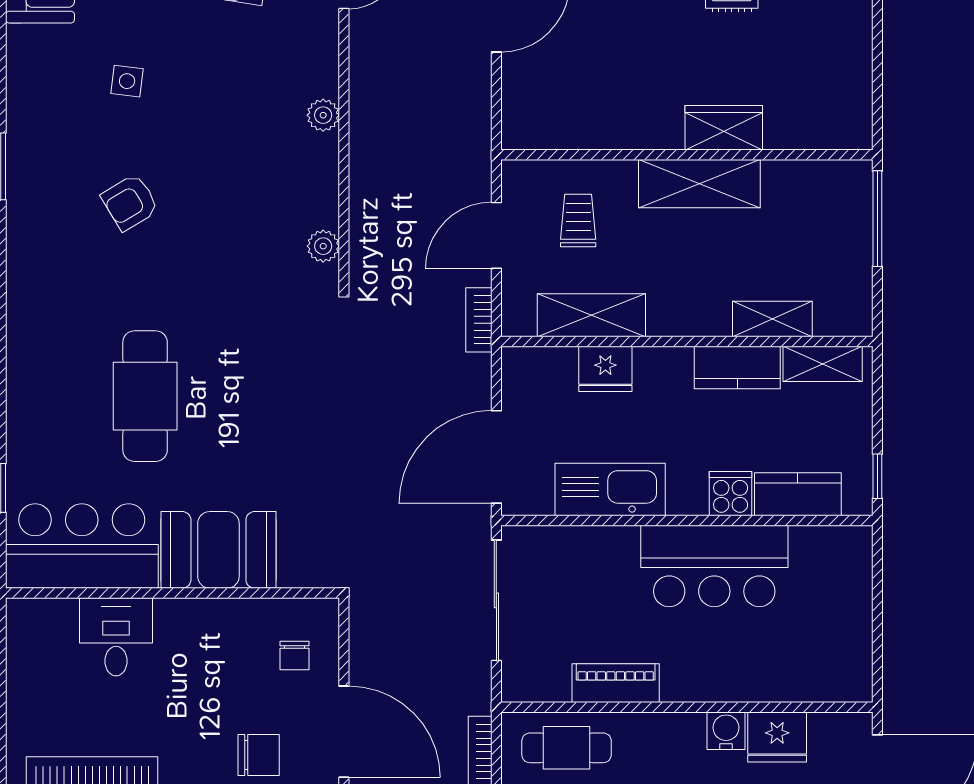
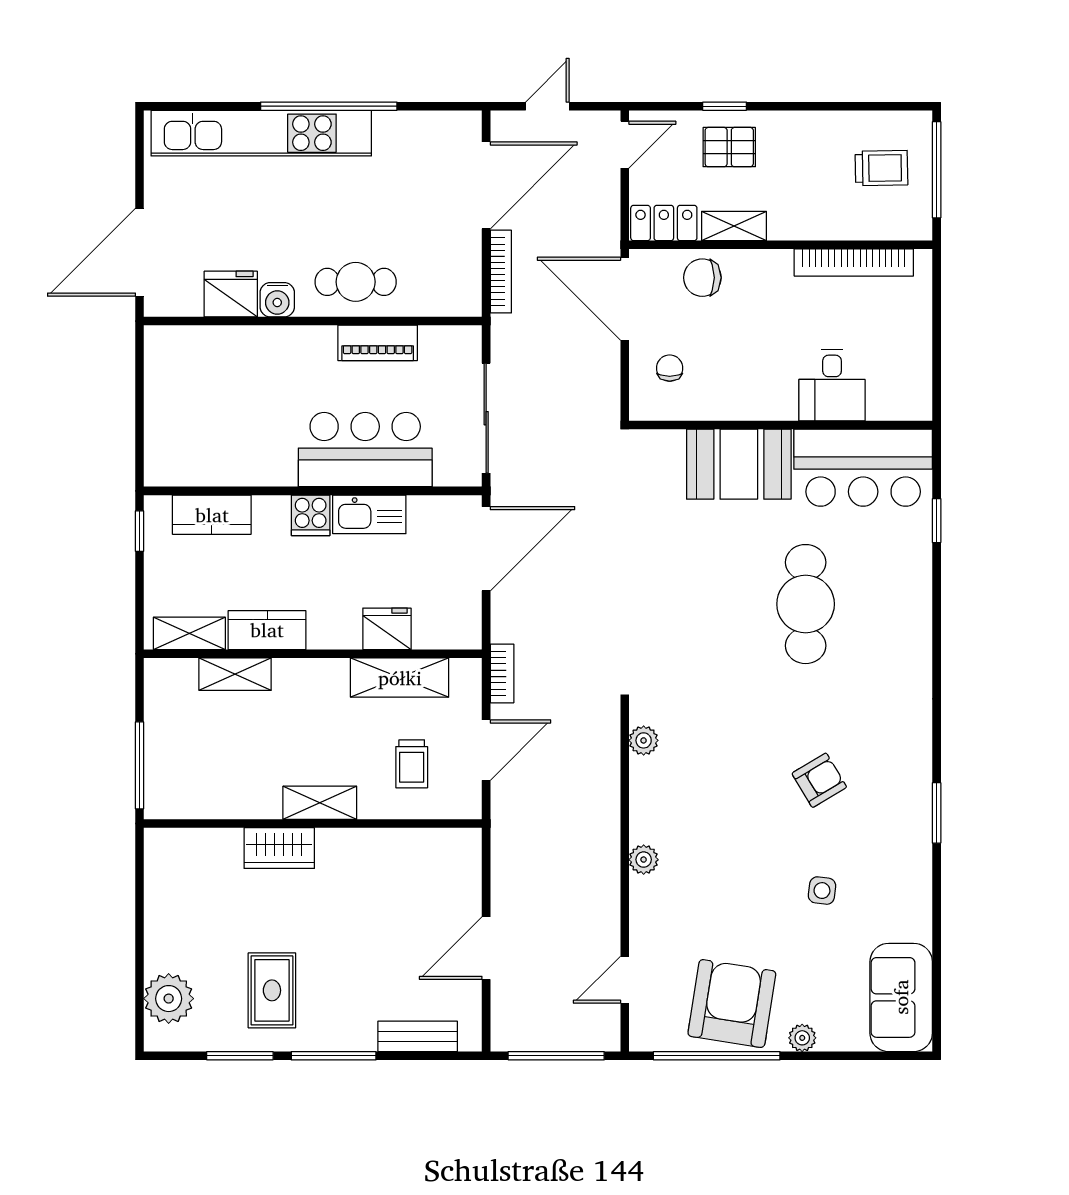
shelving: (699, 184) -> (320, 803), width x0.67, depth x0.75
kitchen sink: (610, 490) -> (369, 514), width x0.73, depth x0.81
cooker: (731, 494) -> (311, 515), moved
bar counter: (714, 566) -> (365, 450), moved
cafe table: (567, 748) -> (356, 282), moved

